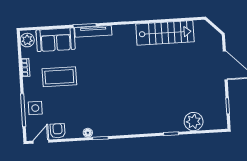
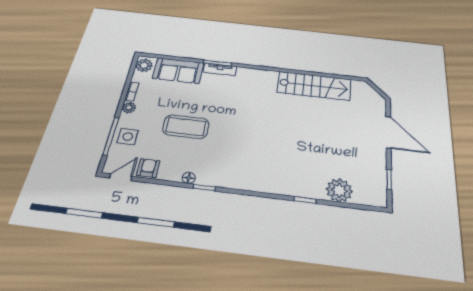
tv unit: (93, 31) -> (220, 69), width x0.71
coffee table: (59, 77) -> (186, 127), moved
plant: (28, 83) -> (129, 108), added

